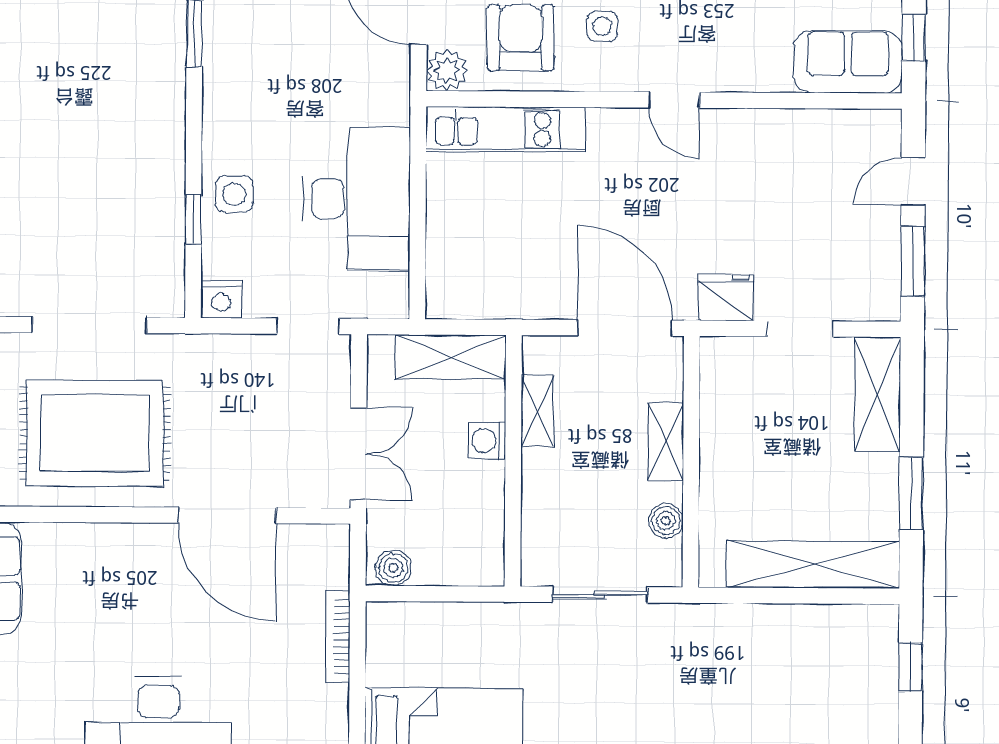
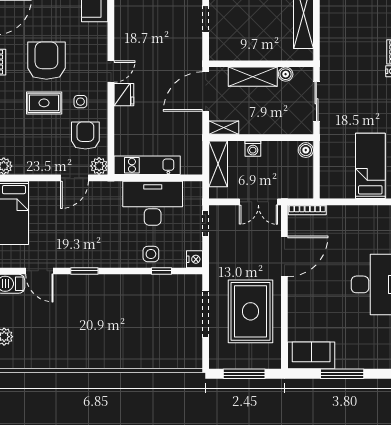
armchair: (521, 38) -> (85, 136), turned 90
kitchen unit: (506, 129) -> (147, 165), moved, turned -90
fridge: (726, 297) -> (124, 95), moved, turned 180
shelving: (537, 411) -> (224, 128), moved
shelving: (666, 442) -> (253, 77), width x1.50, depth x1.33
double door: (358, 454) -> (258, 202), swing flipped
boiler: (393, 568) -> (306, 150), moved
bookcase: (338, 637) -> (307, 210), moved

